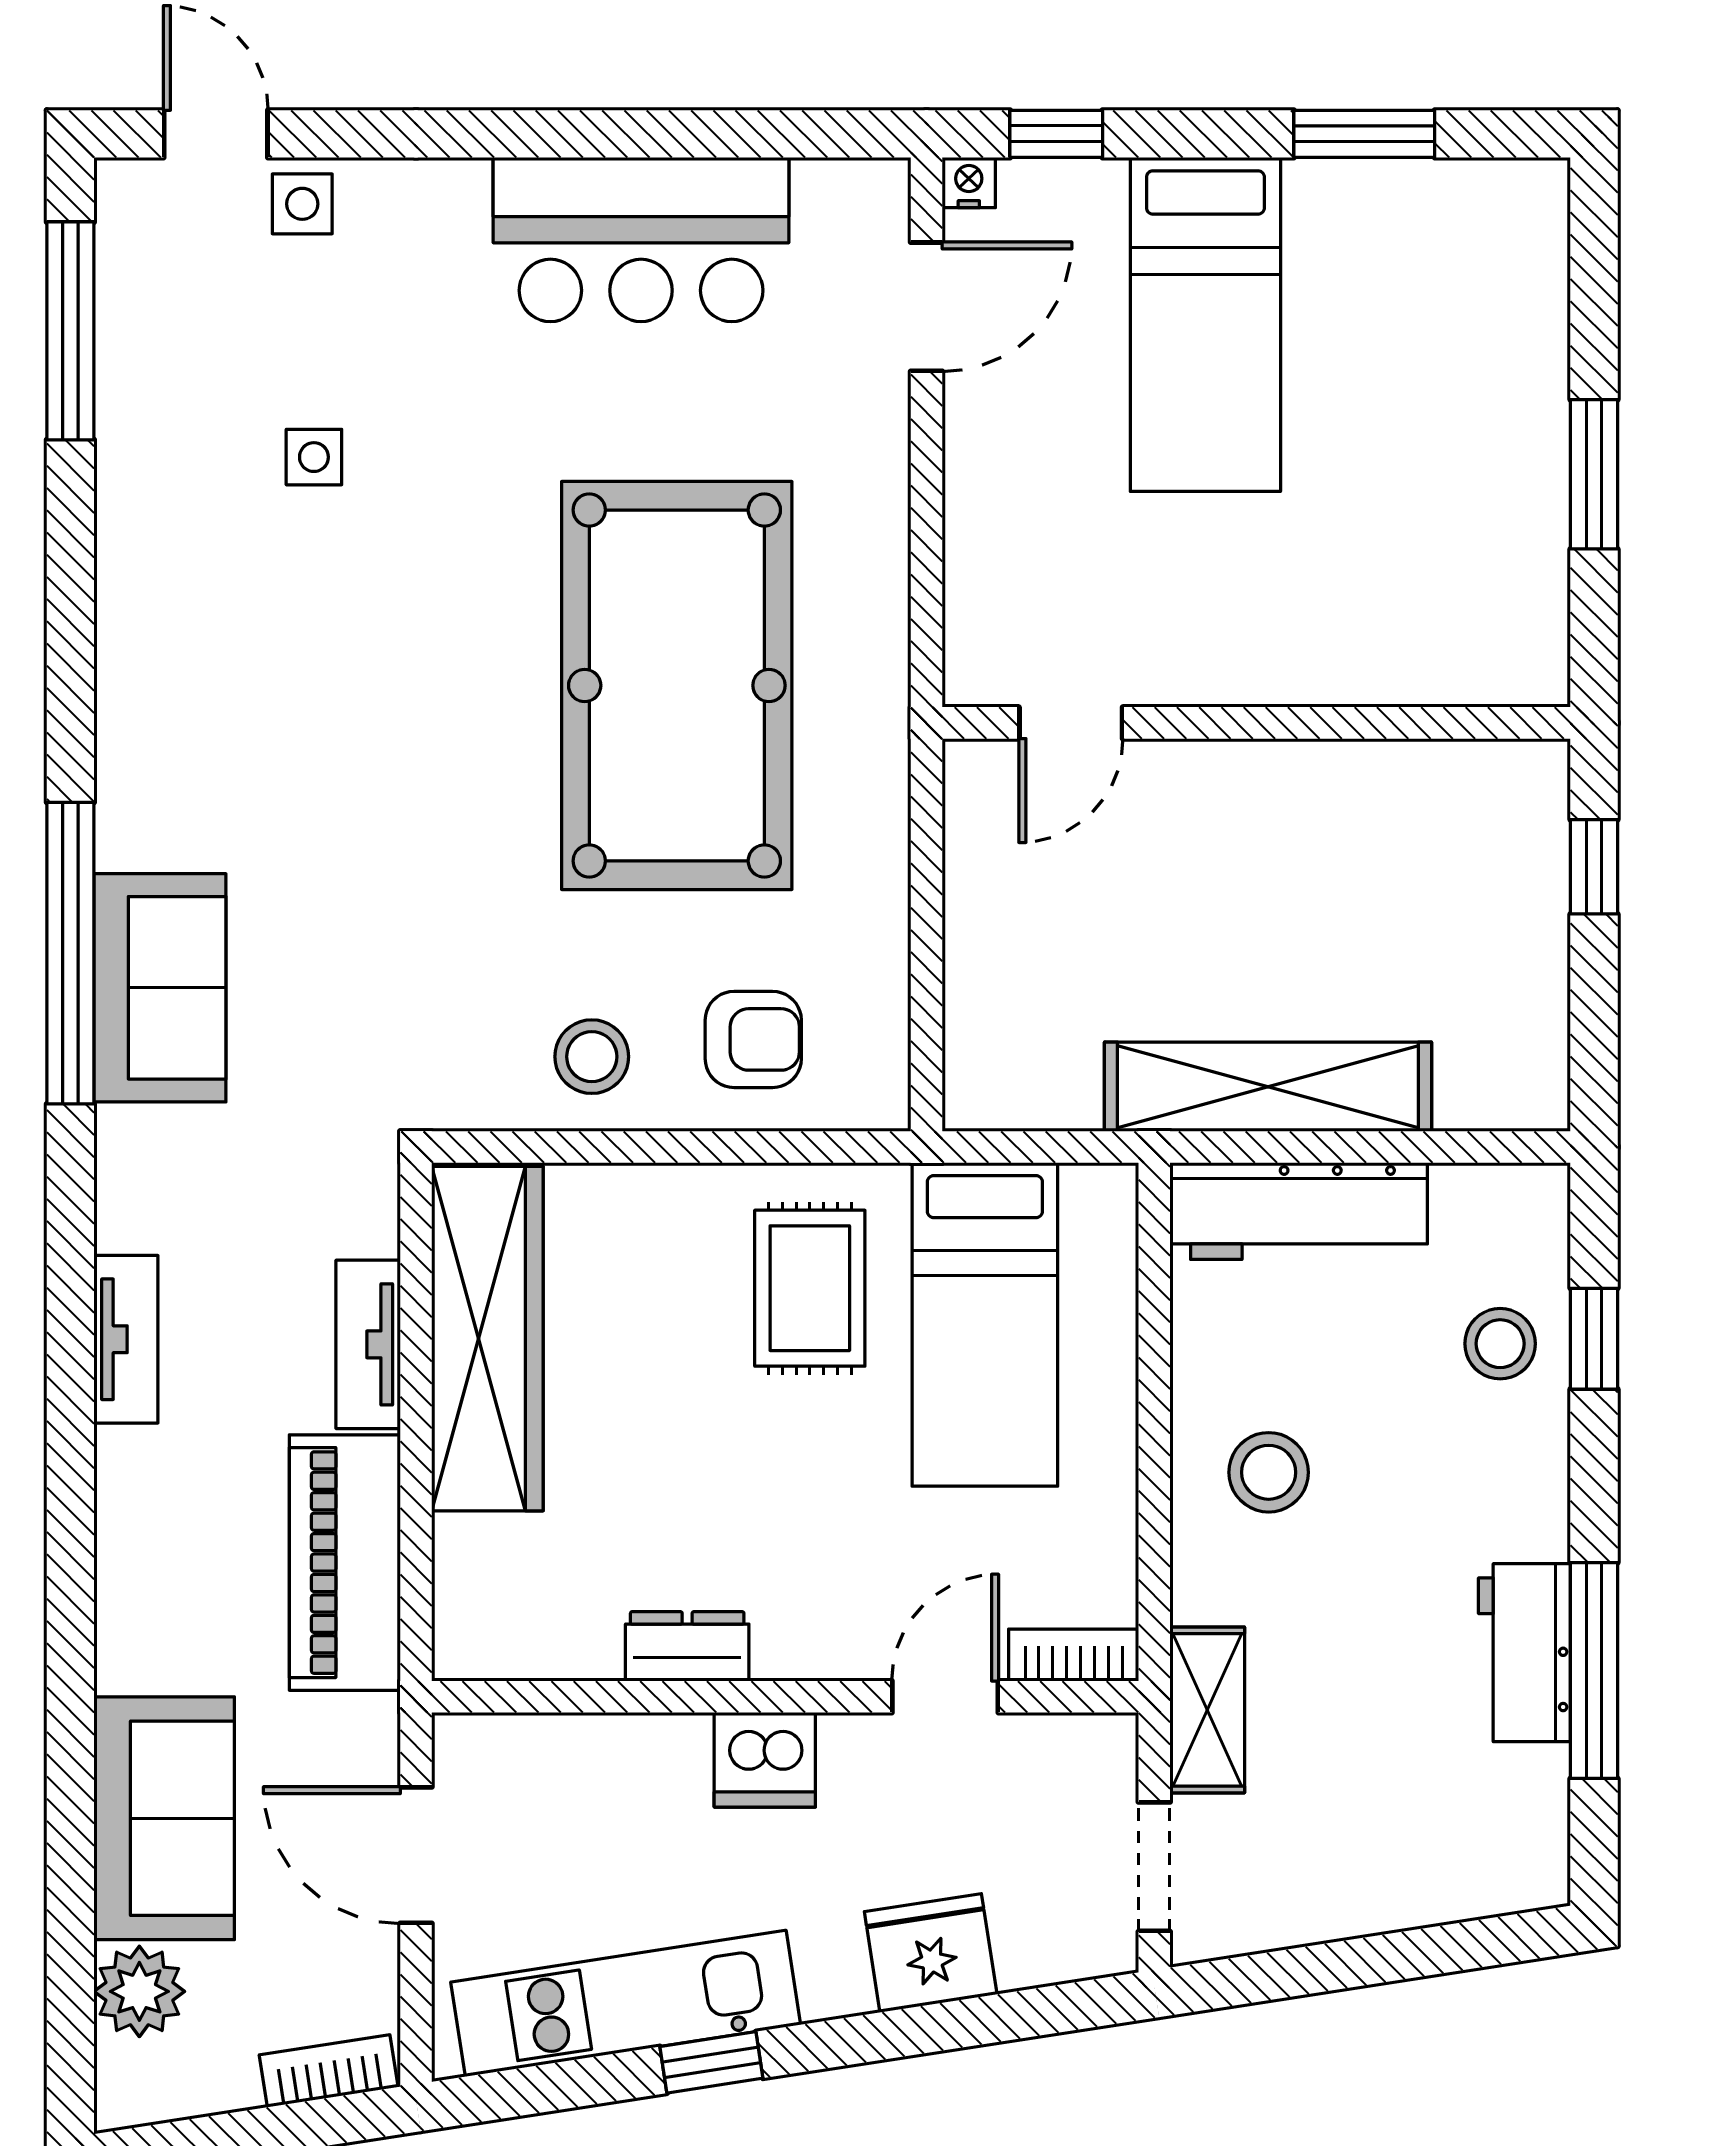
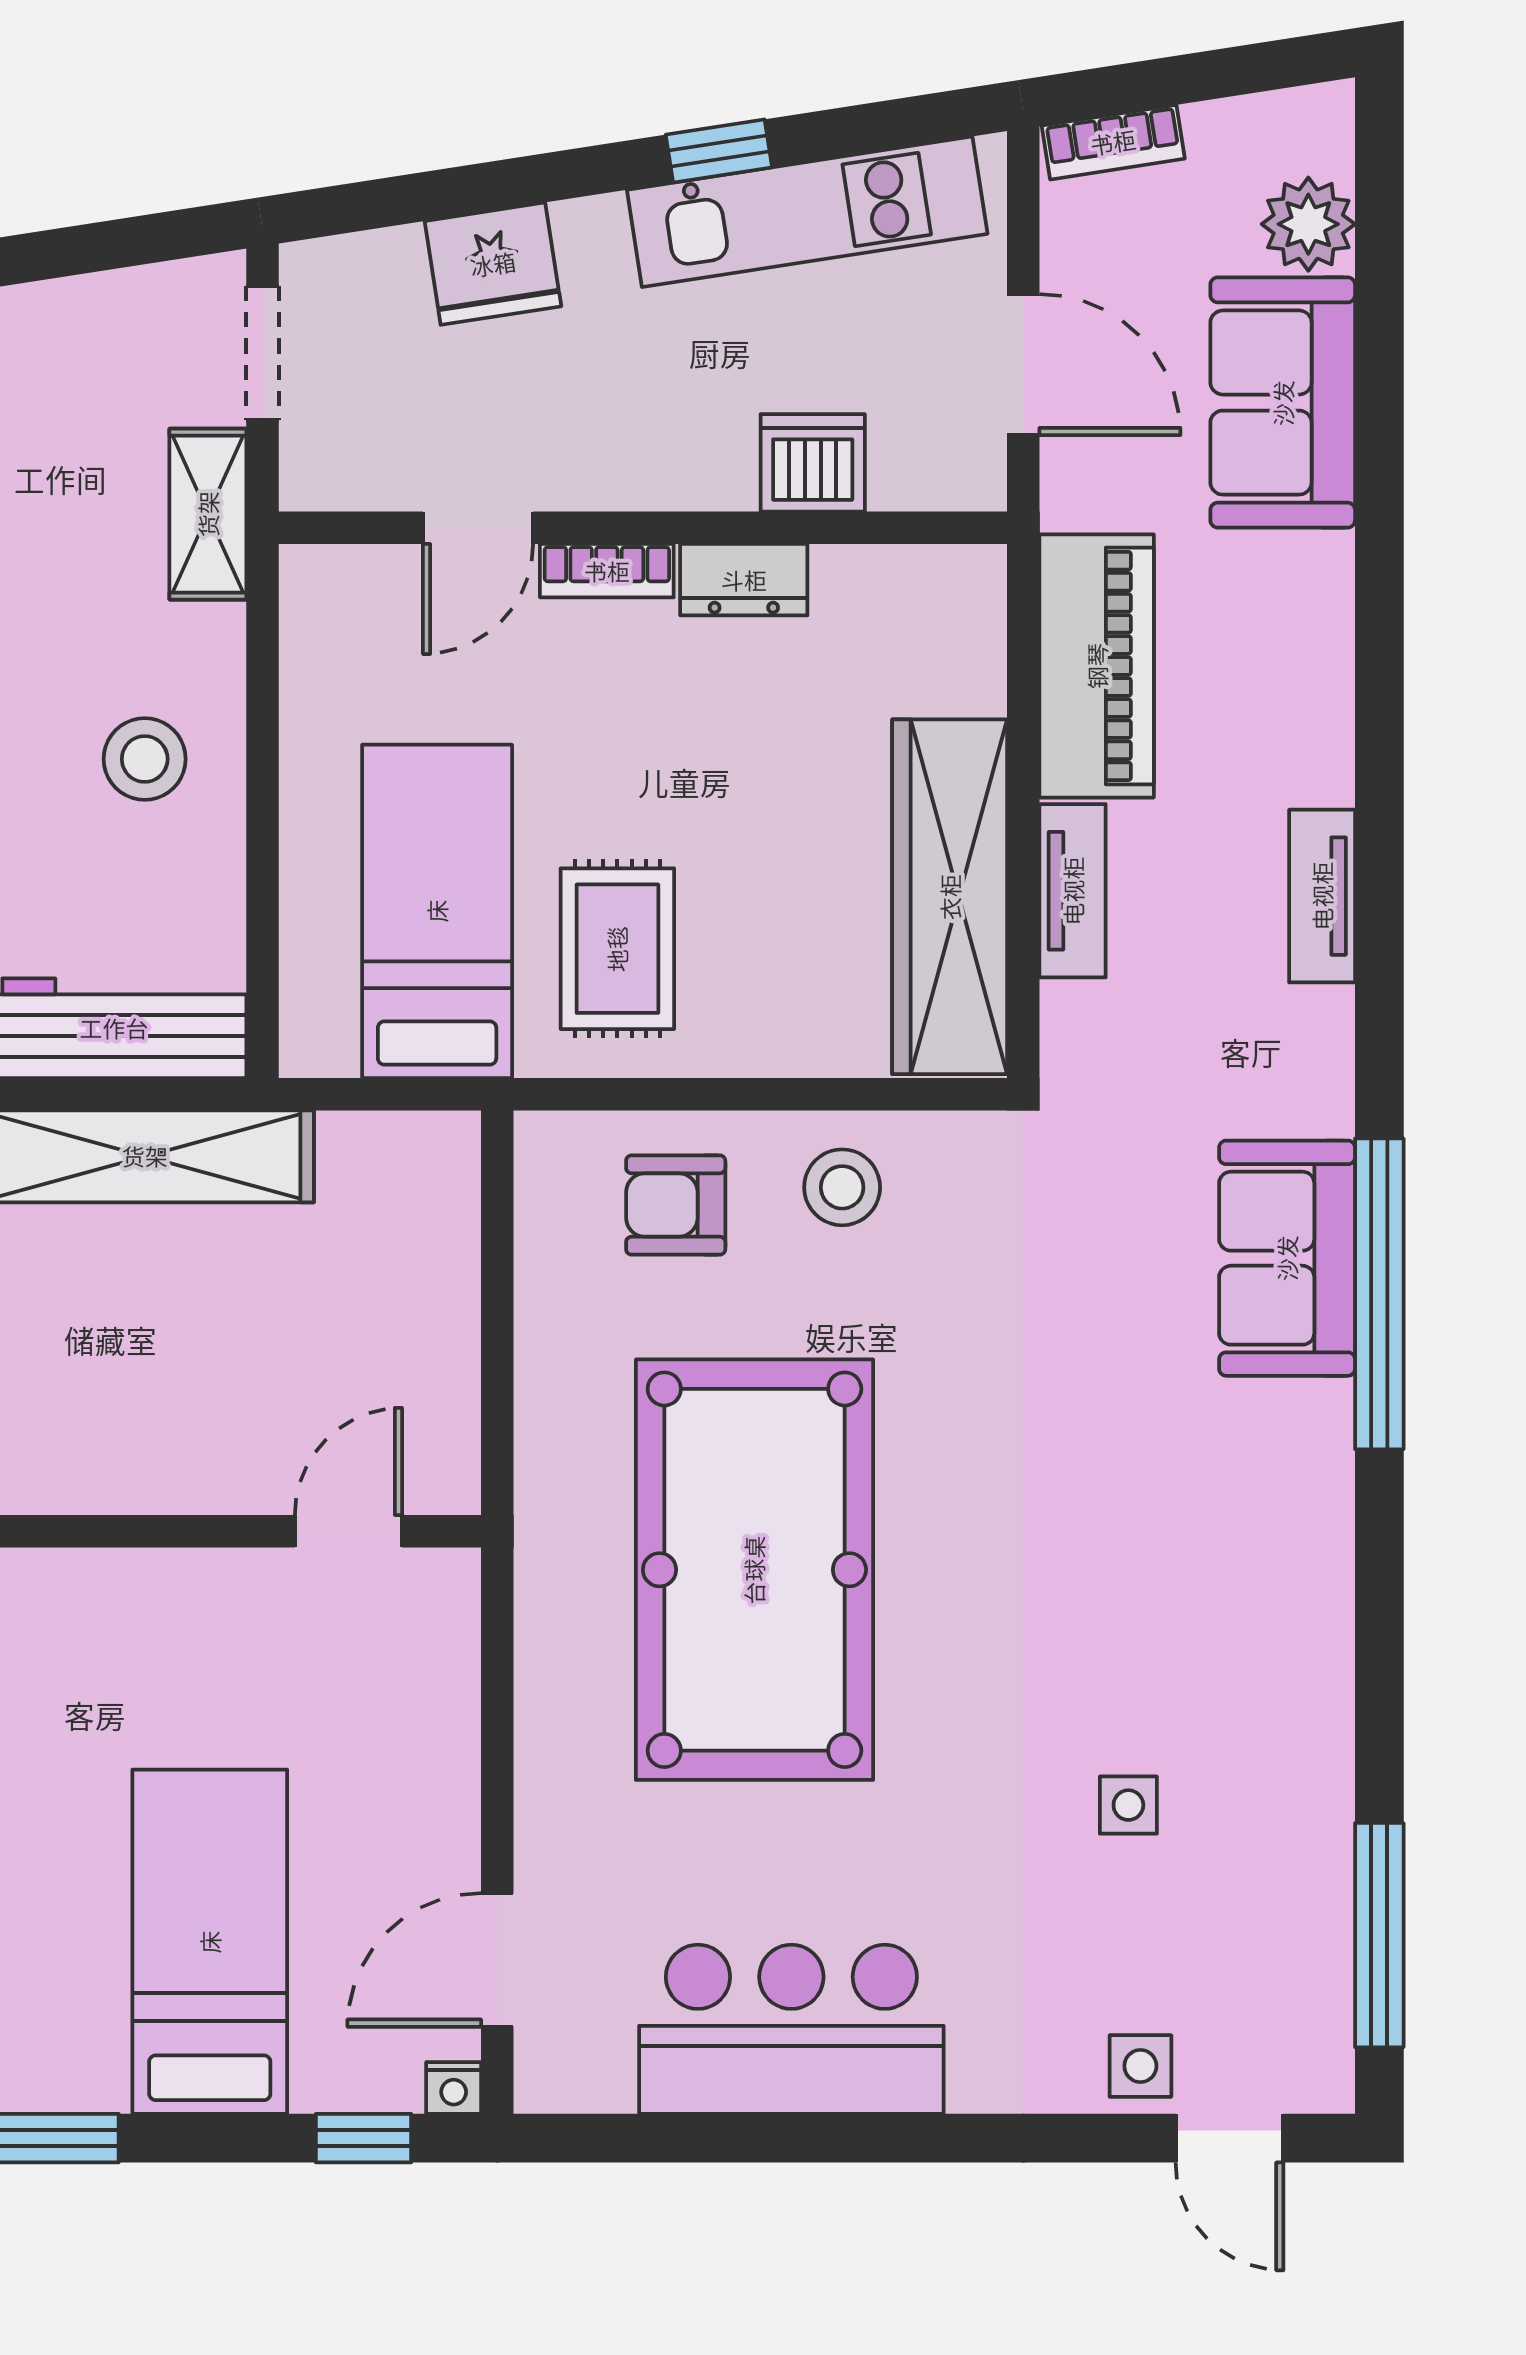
bookcase: (1074, 1655) -> (607, 571), moved
dishwasher: (765, 1760) -> (813, 463), moved

